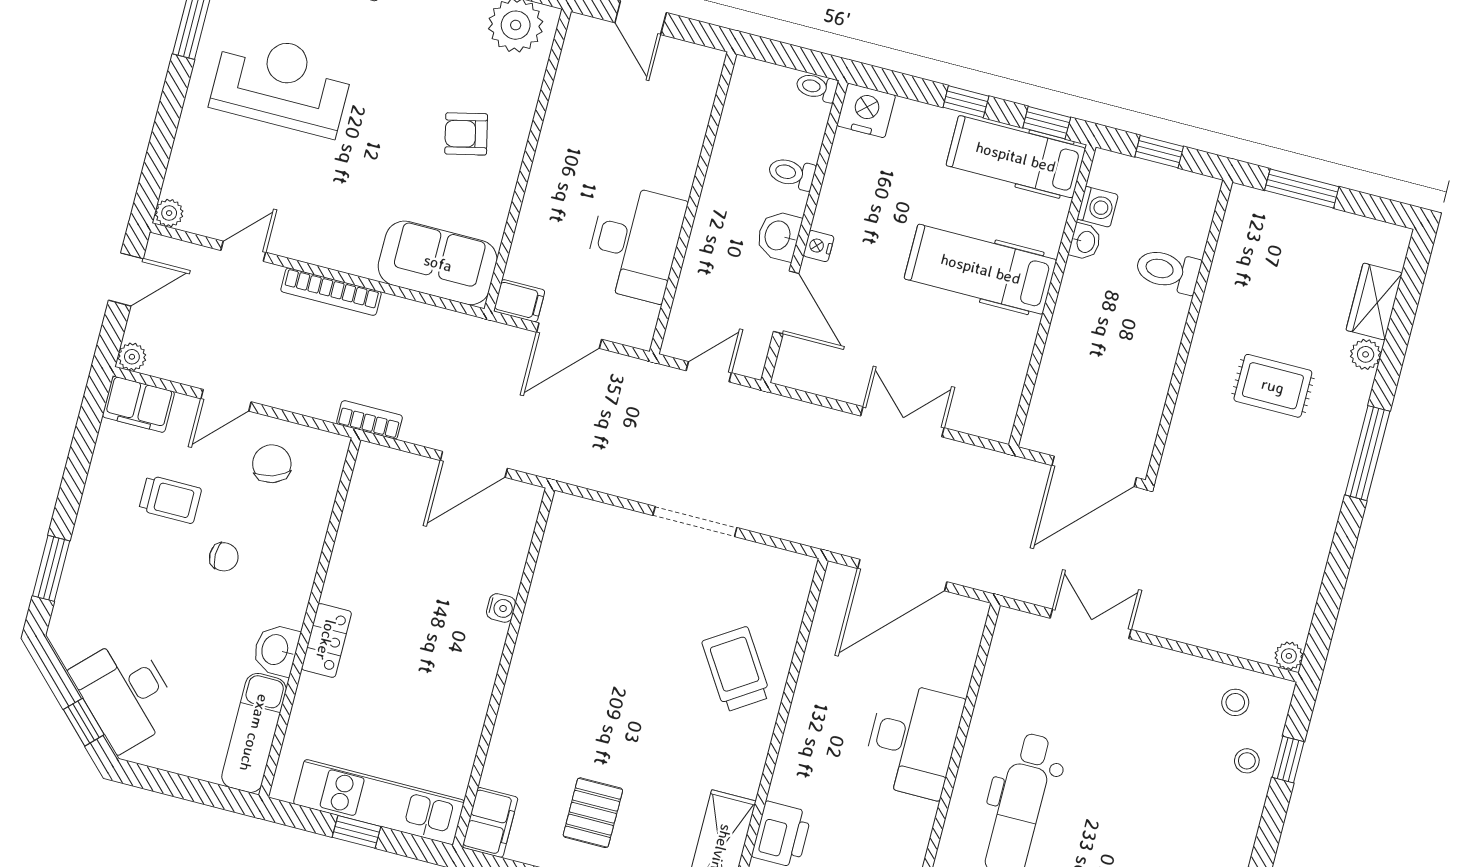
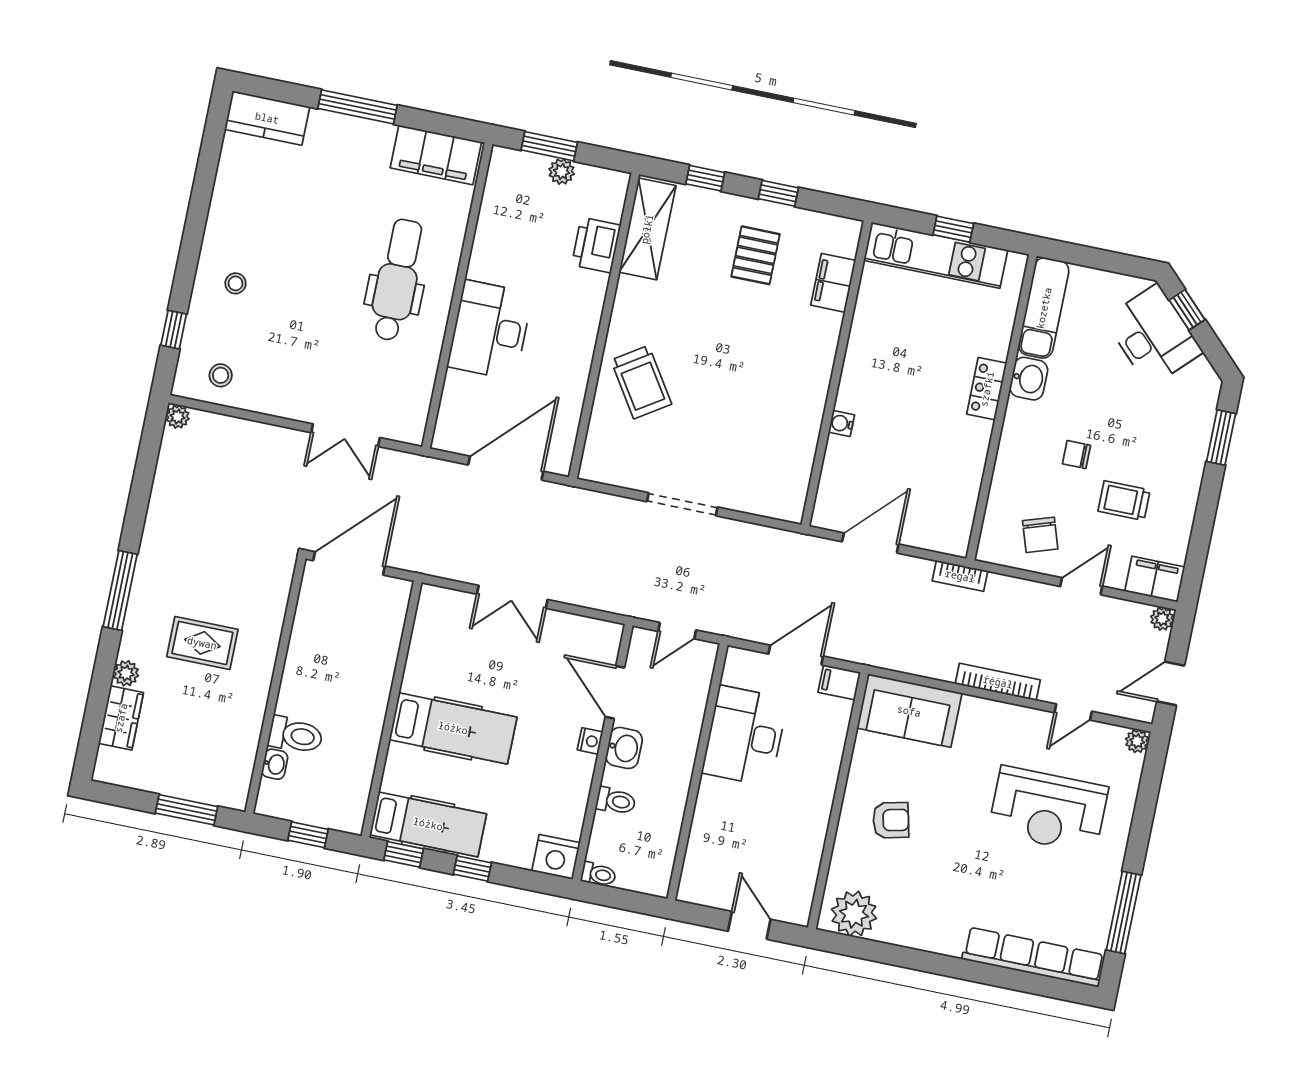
reception desk: (282, 84) -> (1048, 810), moved
washing machine: (1098, 207) -> (357, 786), removed
washbasin: (1085, 242) -> (275, 764), moved, turned 180
stool: (1247, 761) -> (235, 283), moved
filing cabinet: (490, 822) -> (833, 283), moved

